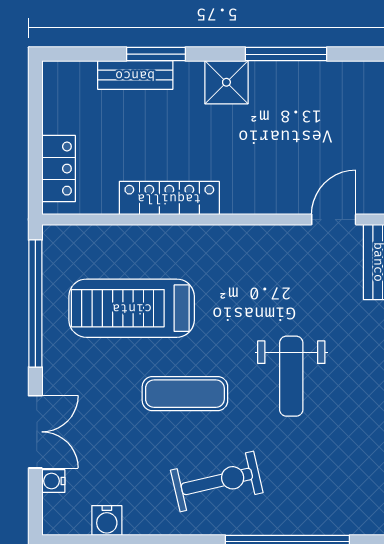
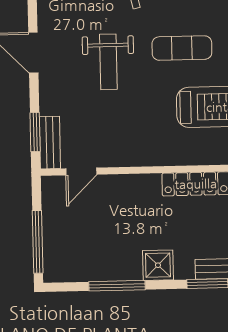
weight bench: (291, 376) -> (108, 62), turned 180

